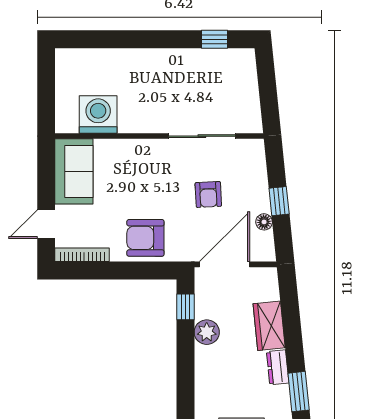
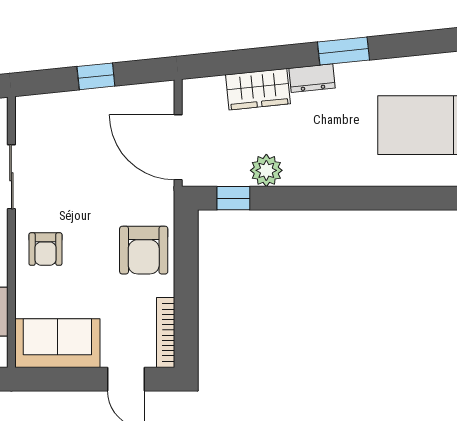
sliding door: (202, 136) -> (11, 177), width x0.73
armchair: (208, 194) -> (45, 249), moved, turned 93
floor lamp: (264, 222) -> (123, 96), removed

